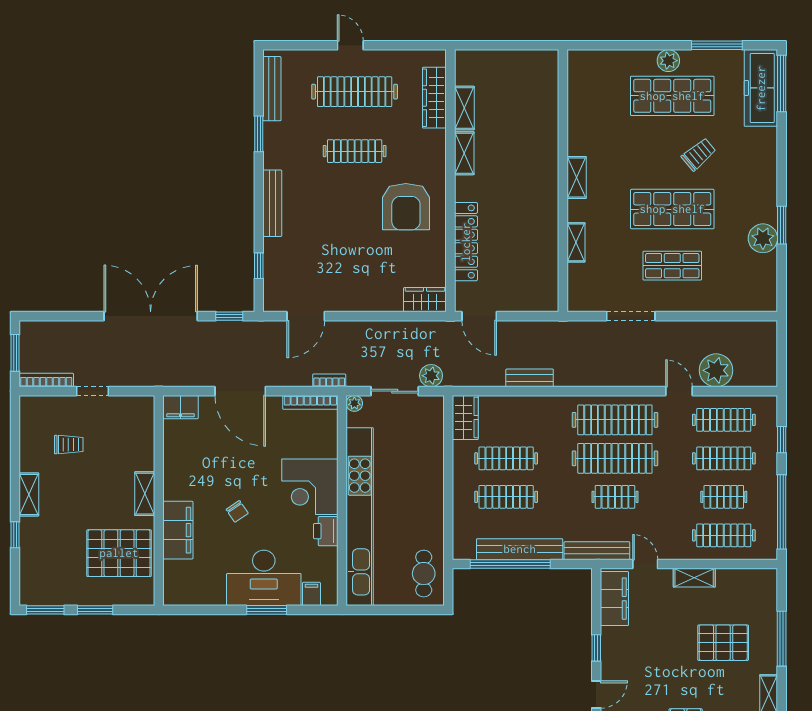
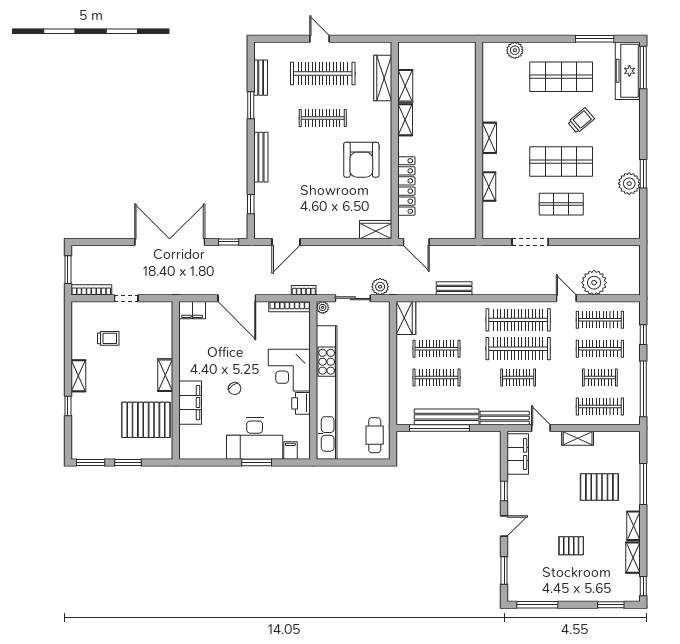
plant: (668, 61) -> (515, 50), moved
bench: (272, 89) -> (261, 78), width x0.73

